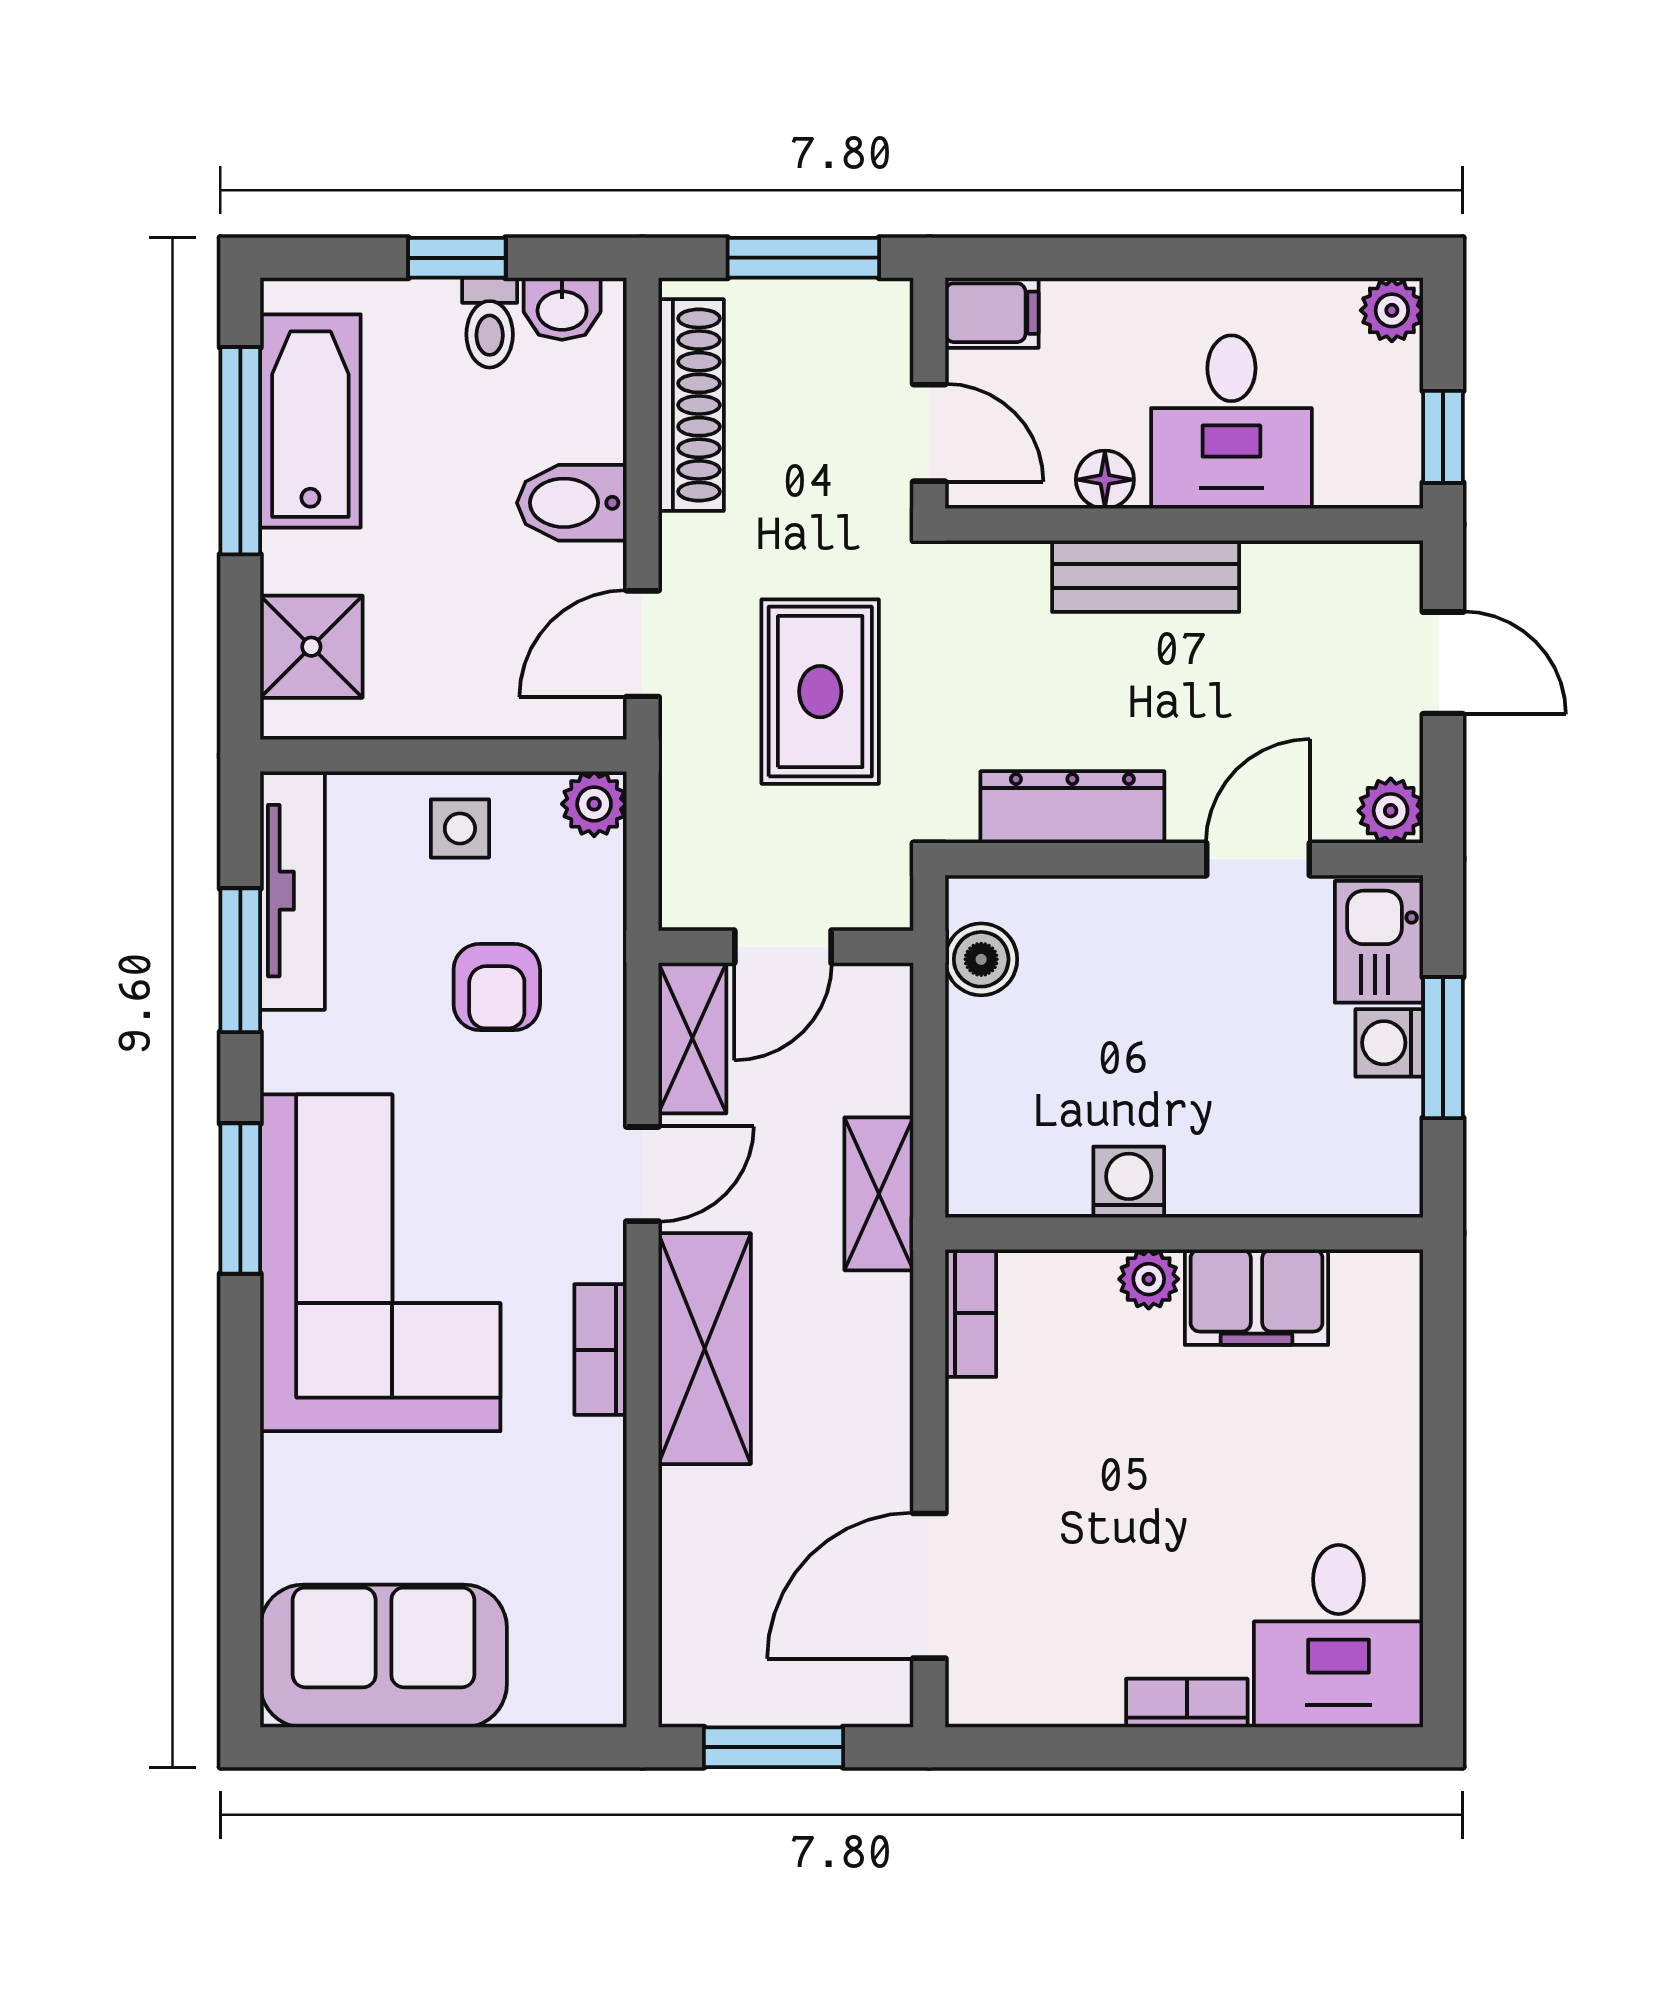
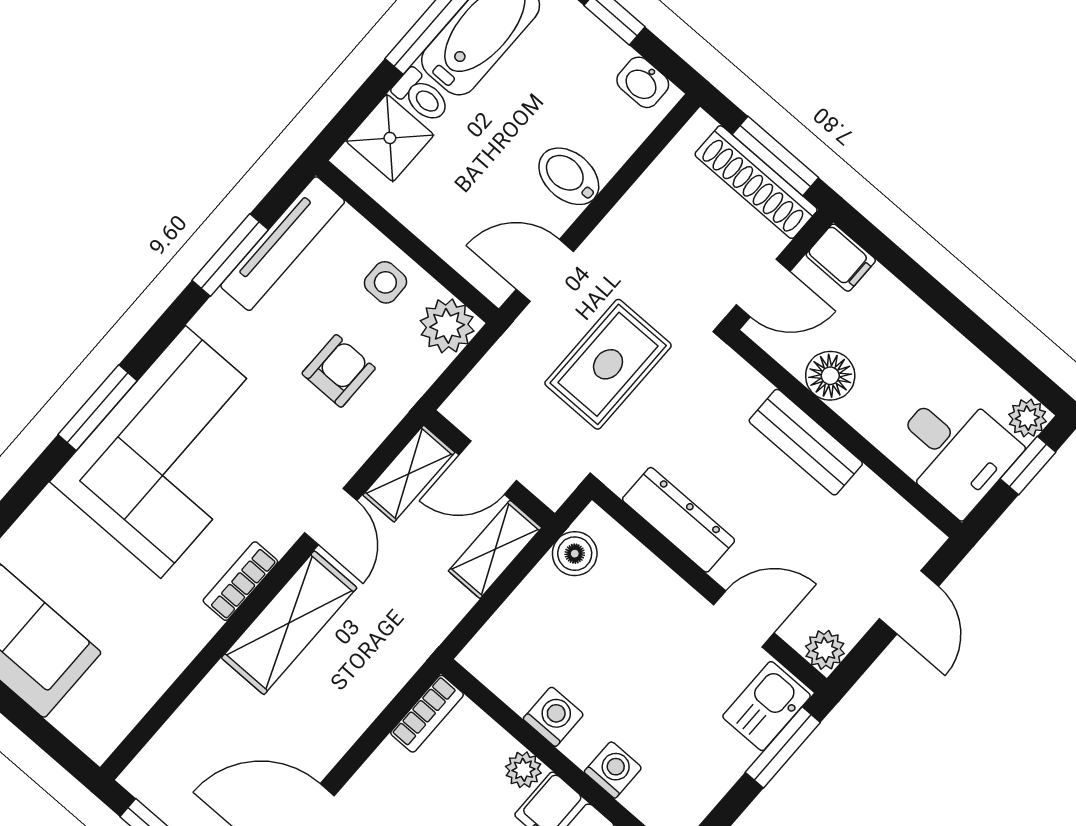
toilet: (490, 323) -> (421, 96), moved, turned -90
shoe rack: (691, 405) -> (756, 182), moved, turned 90
desk: (1231, 422) -> (954, 450), moved, turned -90
door: (929, 433) -> (763, 288), hinge flipped
window: (1443, 437) -> (1028, 465), moved
floor lamp: (1105, 480) -> (830, 376), width x1.37, depth x1.37
plant: (594, 804) -> (447, 326), width x1.38, depth x1.38
armchair: (497, 987) -> (339, 371), turned 180
washing machine: (1389, 1043) -> (613, 770), moved, turned 90
window: (1443, 1048) -> (783, 747), moved
door: (642, 1174) -> (331, 517), hinge flipped
shelving: (879, 1194) -> (495, 549), moved
window: (240, 1199) -> (98, 408), moved

